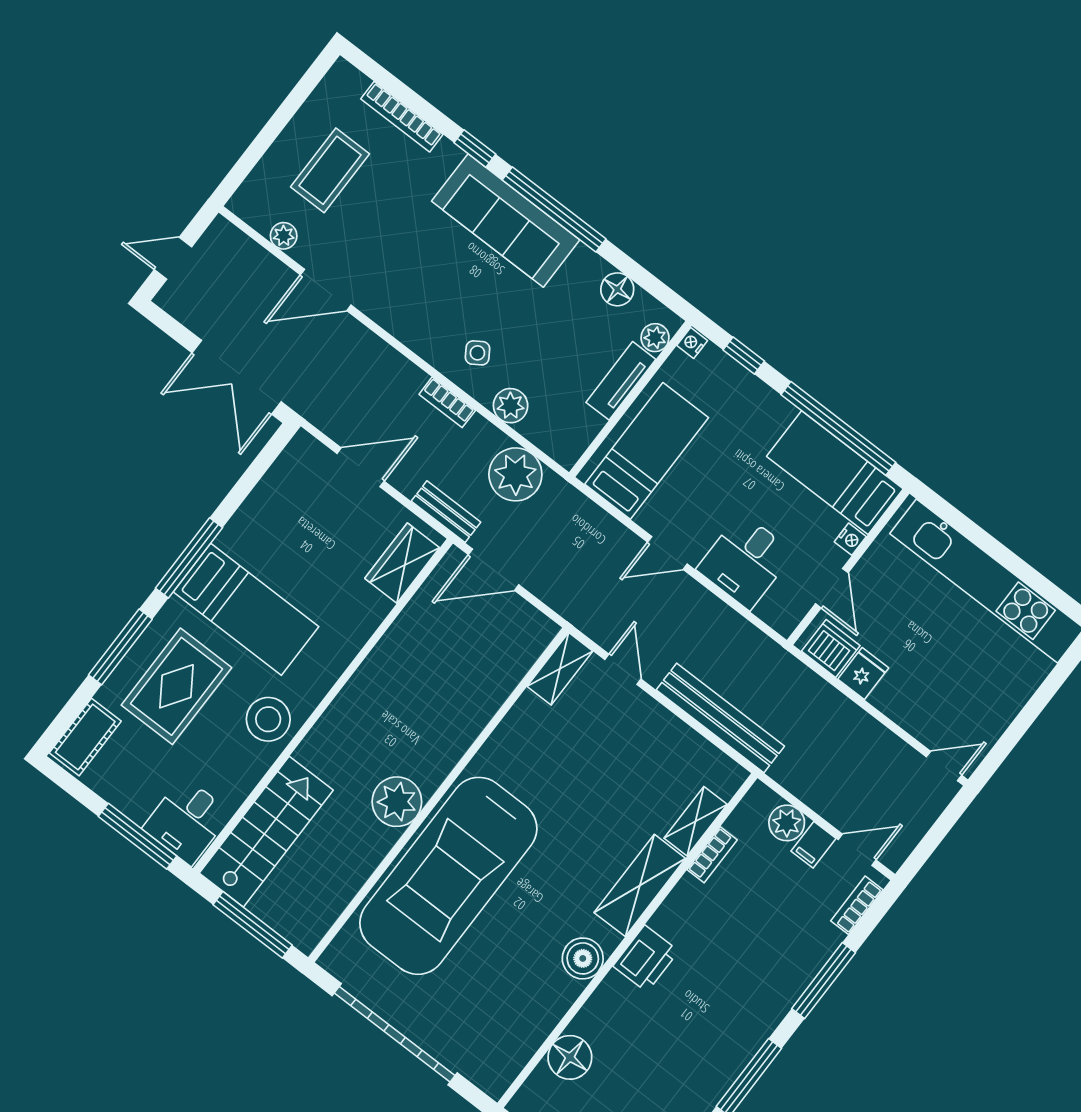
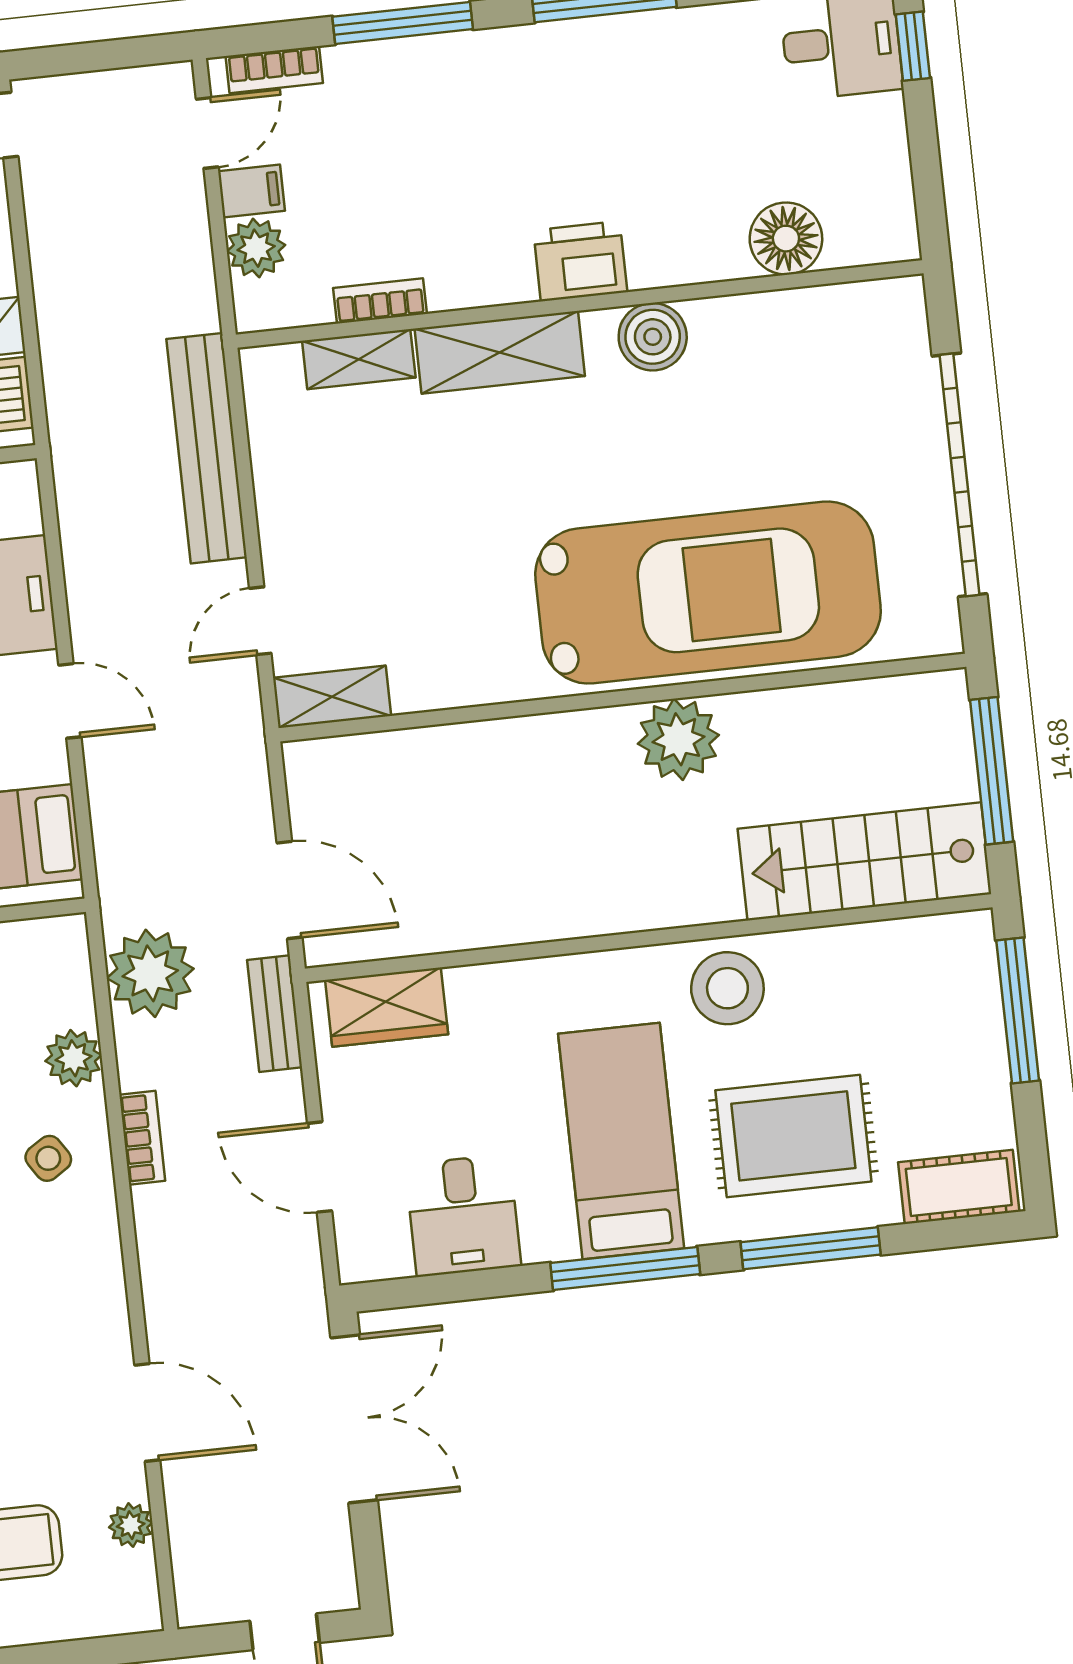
desk: (187, 821) -> (463, 1215), moved, turned 90
door: (857, 850) -> (207, 133), swing flipped

